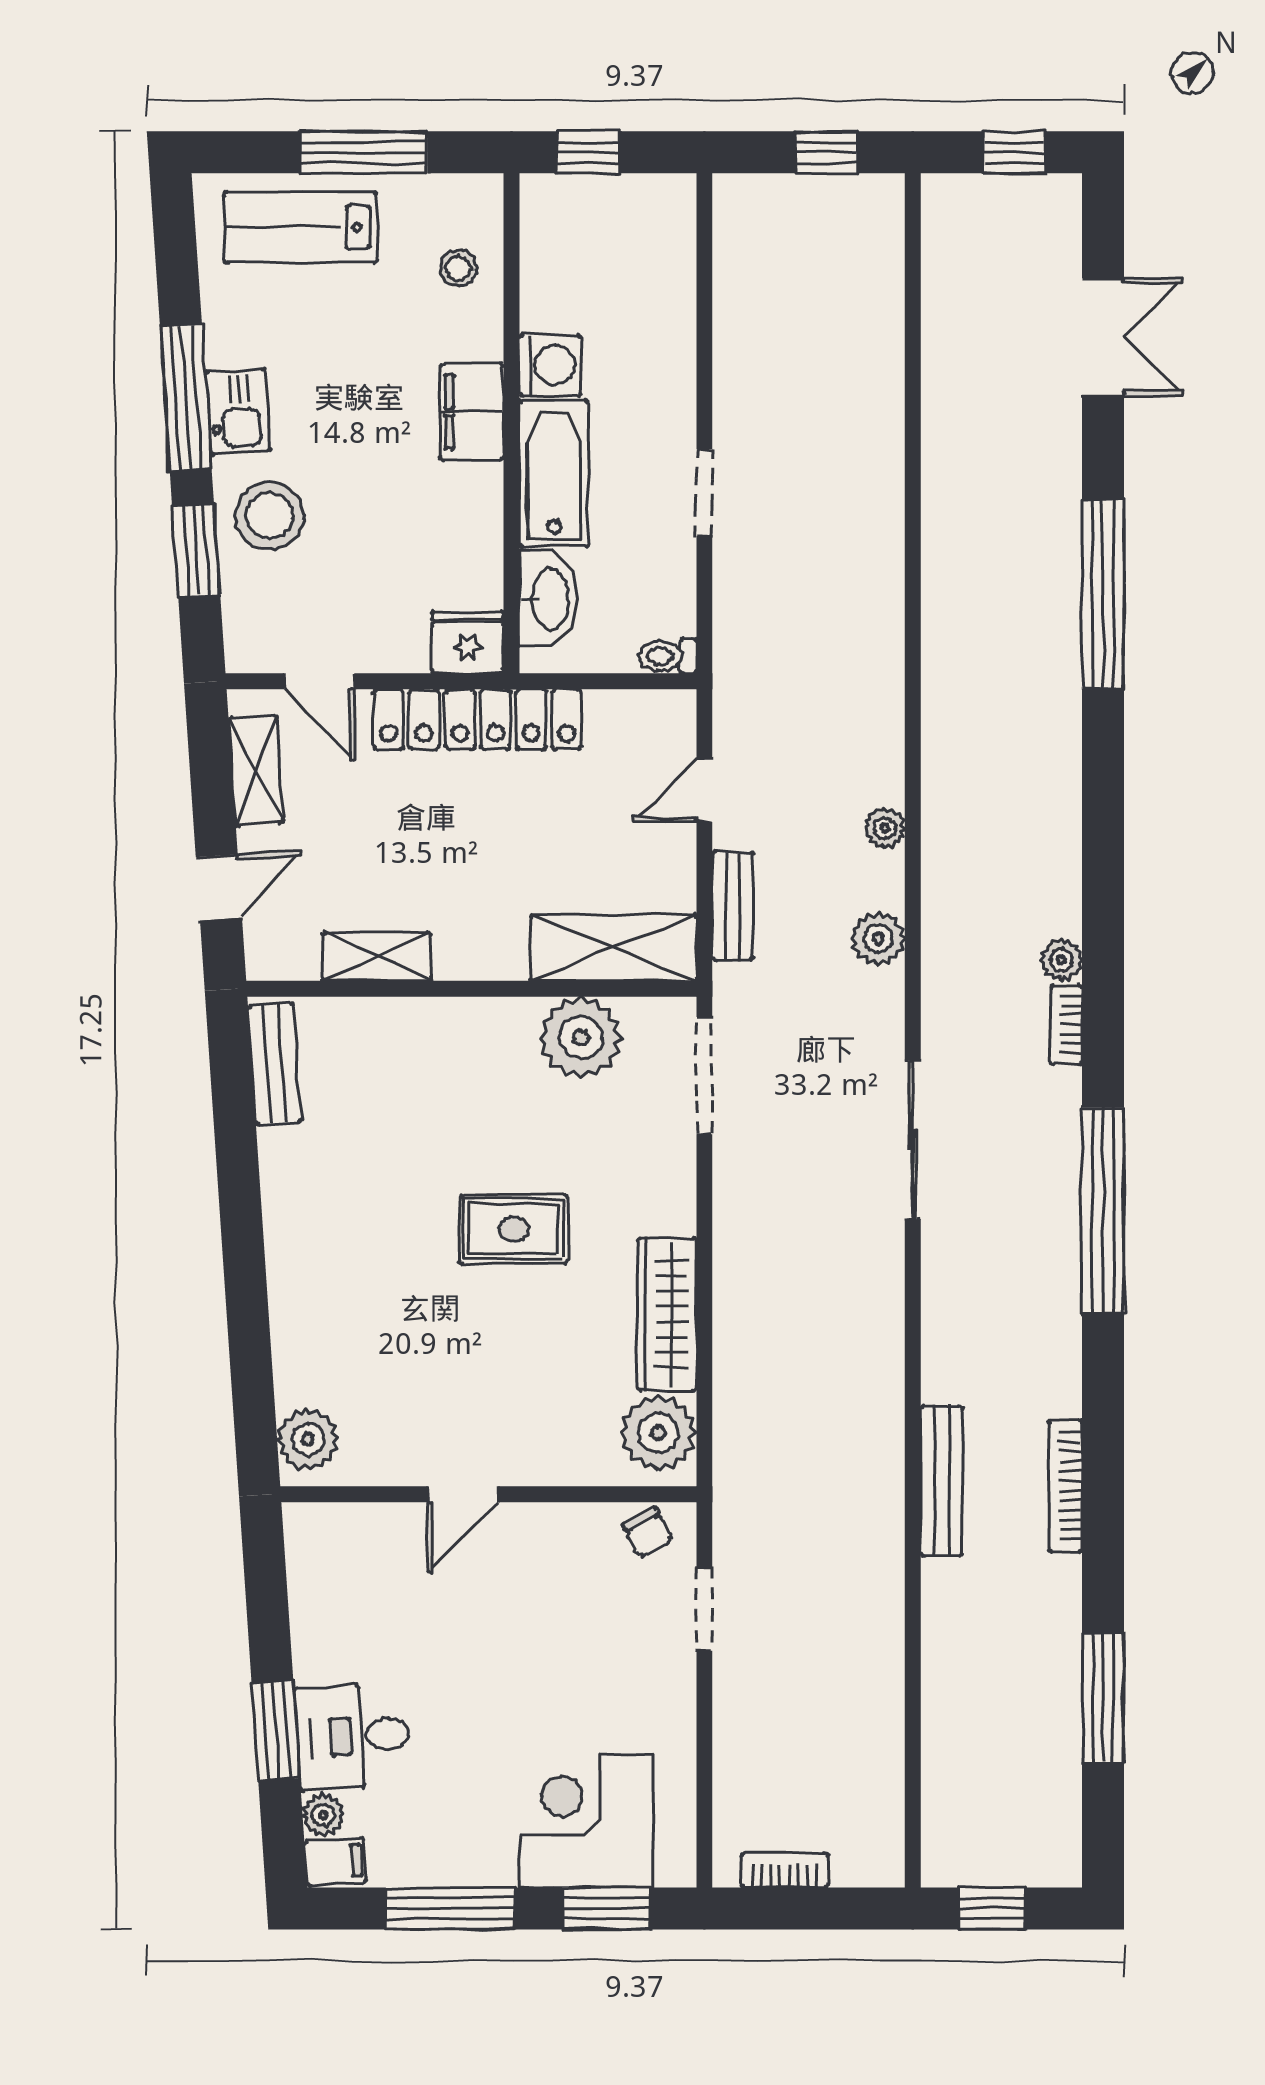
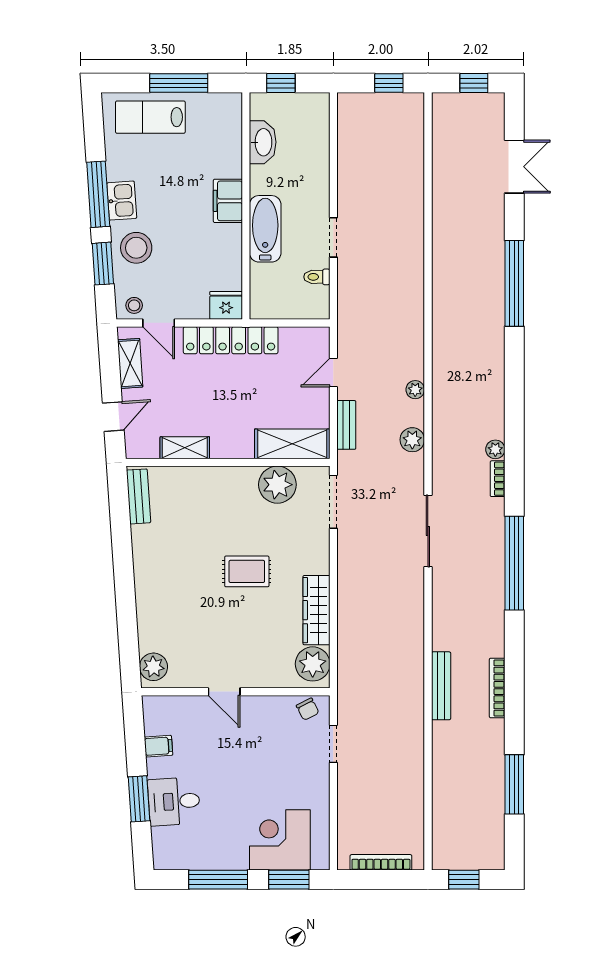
stool: (458, 268) -> (134, 305), moved
washing machine: (550, 365) -> (263, 180), removed
washbasin: (548, 599) -> (263, 142), moved
toilet: (668, 656) -> (317, 277), moved
door: (463, 1494) -> (224, 692), hinge flipped
plant: (323, 1815) -> (161, 837), removed
filing cabinet: (335, 1862) -> (159, 746), moved
bookcase: (785, 1870) -> (381, 862), width x1.56

